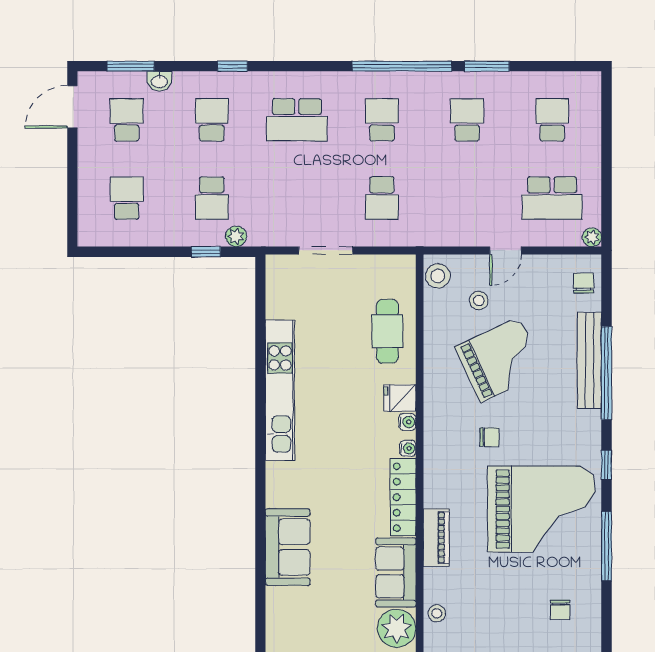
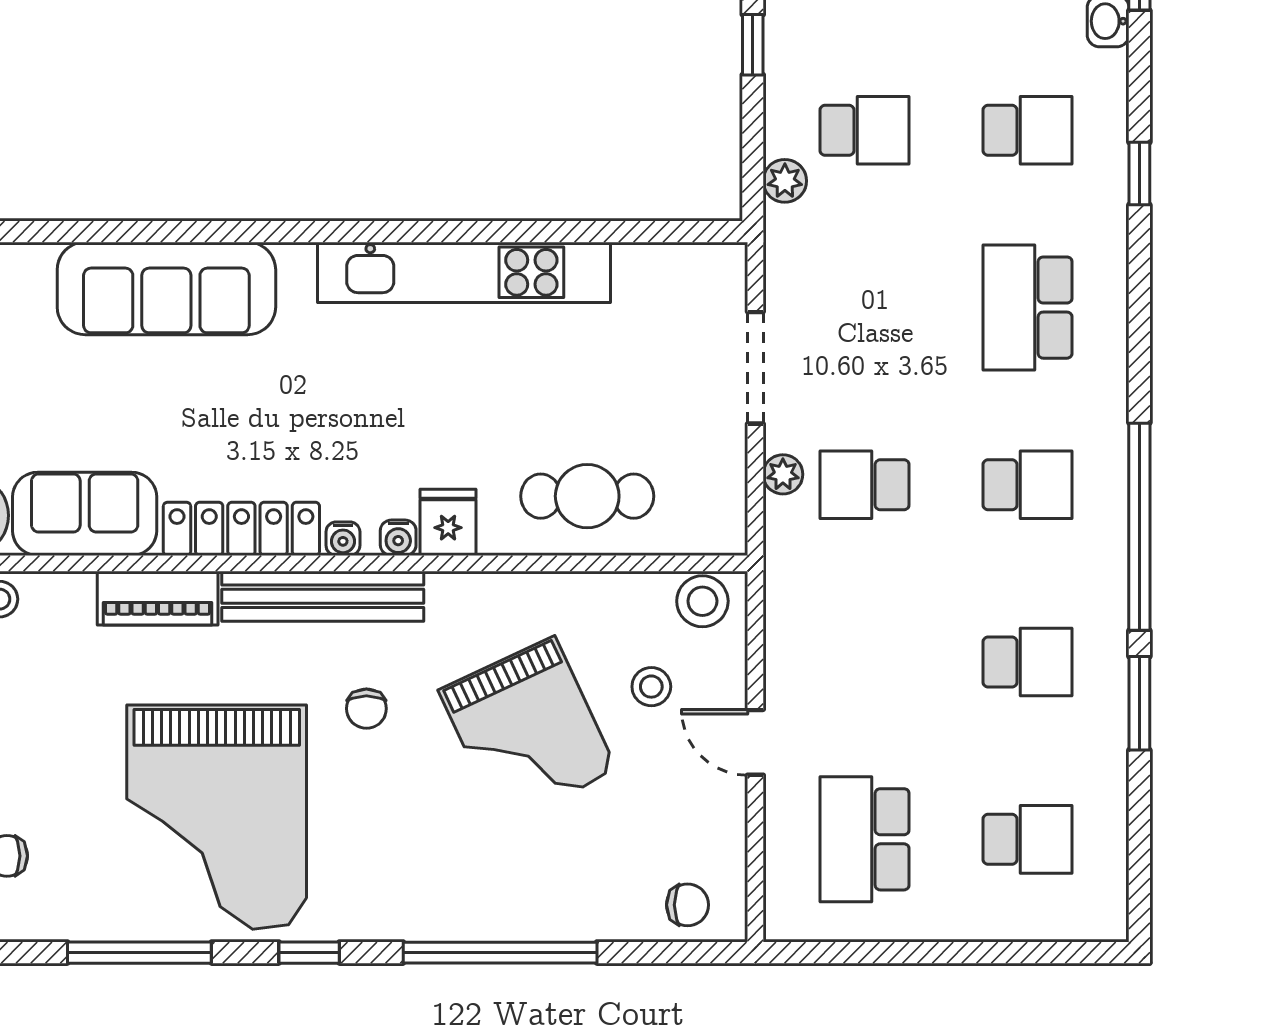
school desk: (212, 198) -> (865, 130), turned 180
plant: (592, 237) -> (783, 474), moved
window: (206, 252) -> (753, 45), moved
bench: (589, 360) -> (323, 596), moved
sofa: (288, 547) -> (166, 288), width x1.36

